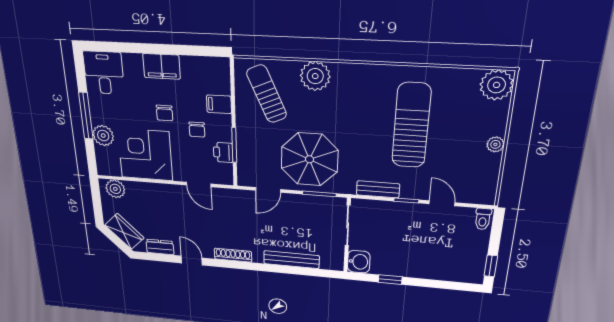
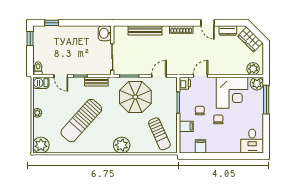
filing cabinet: (162, 66) -> (200, 146), moved, width x0.50
plant: (315, 76) -> (122, 145), moved
window: (86, 116) -> (266, 100), moved
sun lounger: (411, 126) -> (81, 121), turned 42
plant: (103, 136) -> (257, 84), moved
printer: (223, 152) -> (185, 83), moved
door: (199, 184) -> (201, 76), hinge flipped
barbecue: (481, 195) -> (41, 83), added
window: (390, 280) -> (52, 23), moved

